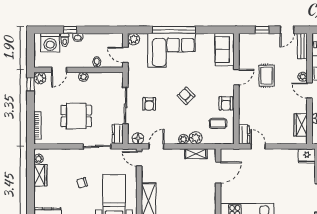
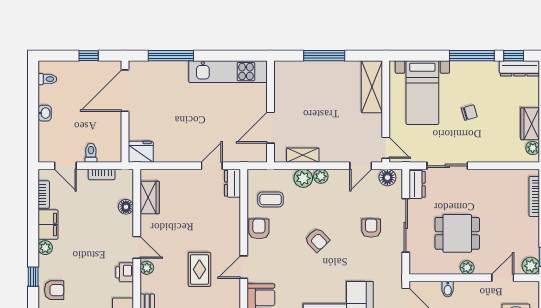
dining table: (76, 116) -> (457, 233), moved
door: (258, 146) -> (212, 166), swing flipped

